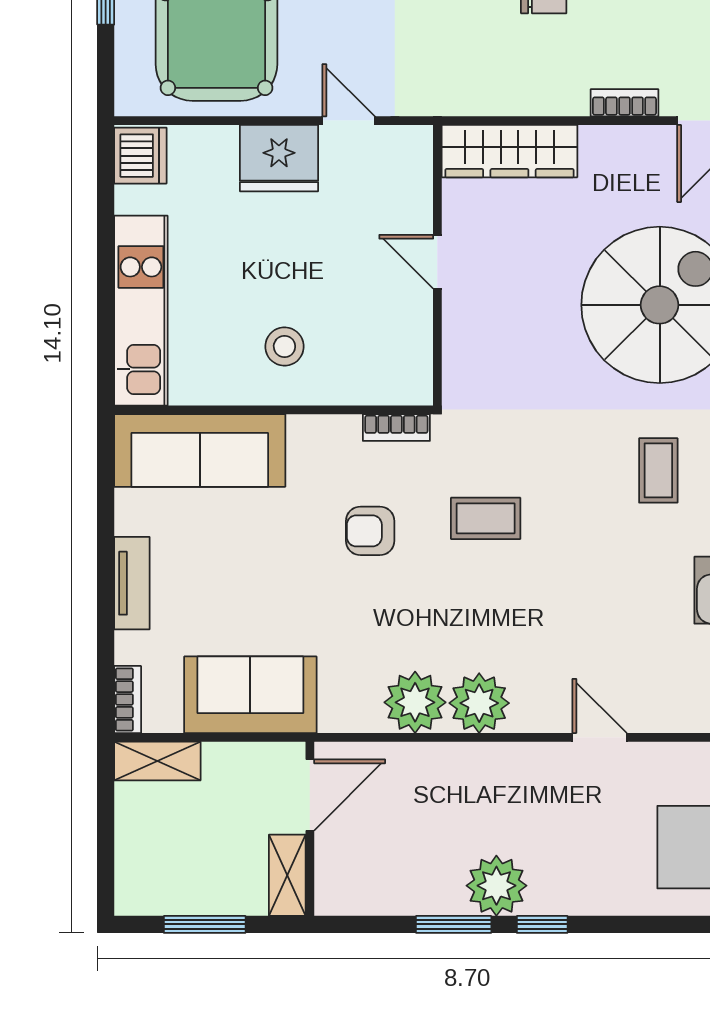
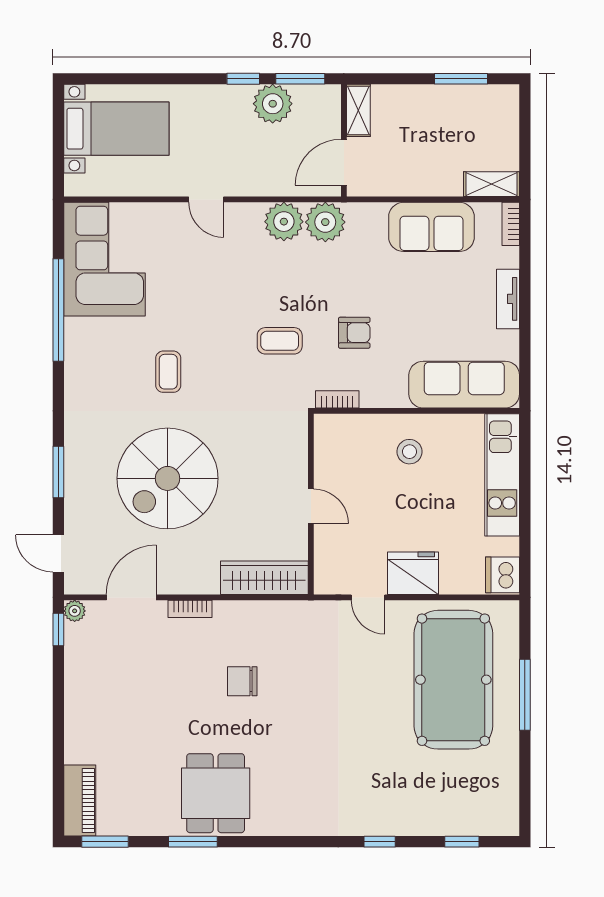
door: (310, 795) -> (344, 162), moved
wall: (310, 829) -> (344, 140), moved
shelving: (287, 875) -> (358, 110), moved

